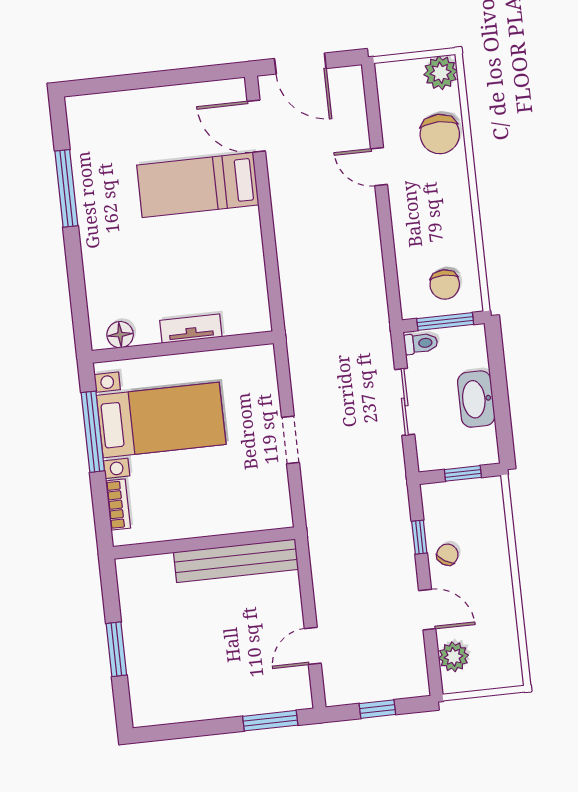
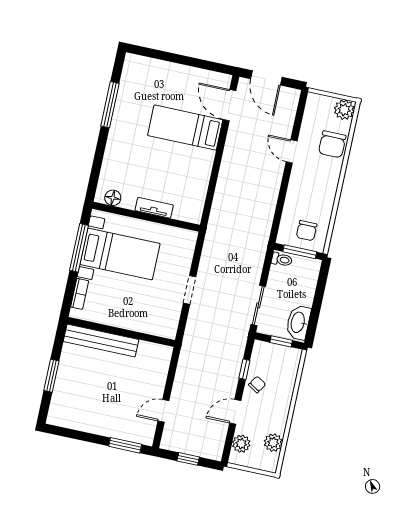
washbasin: (476, 399) -> (298, 322), moved
sliding door: (405, 402) -> (258, 305), moved
bench: (236, 561) -> (101, 341), moved
door: (427, 610) -> (235, 412), swing flipped
plant: (504, 638) -> (273, 443), added

